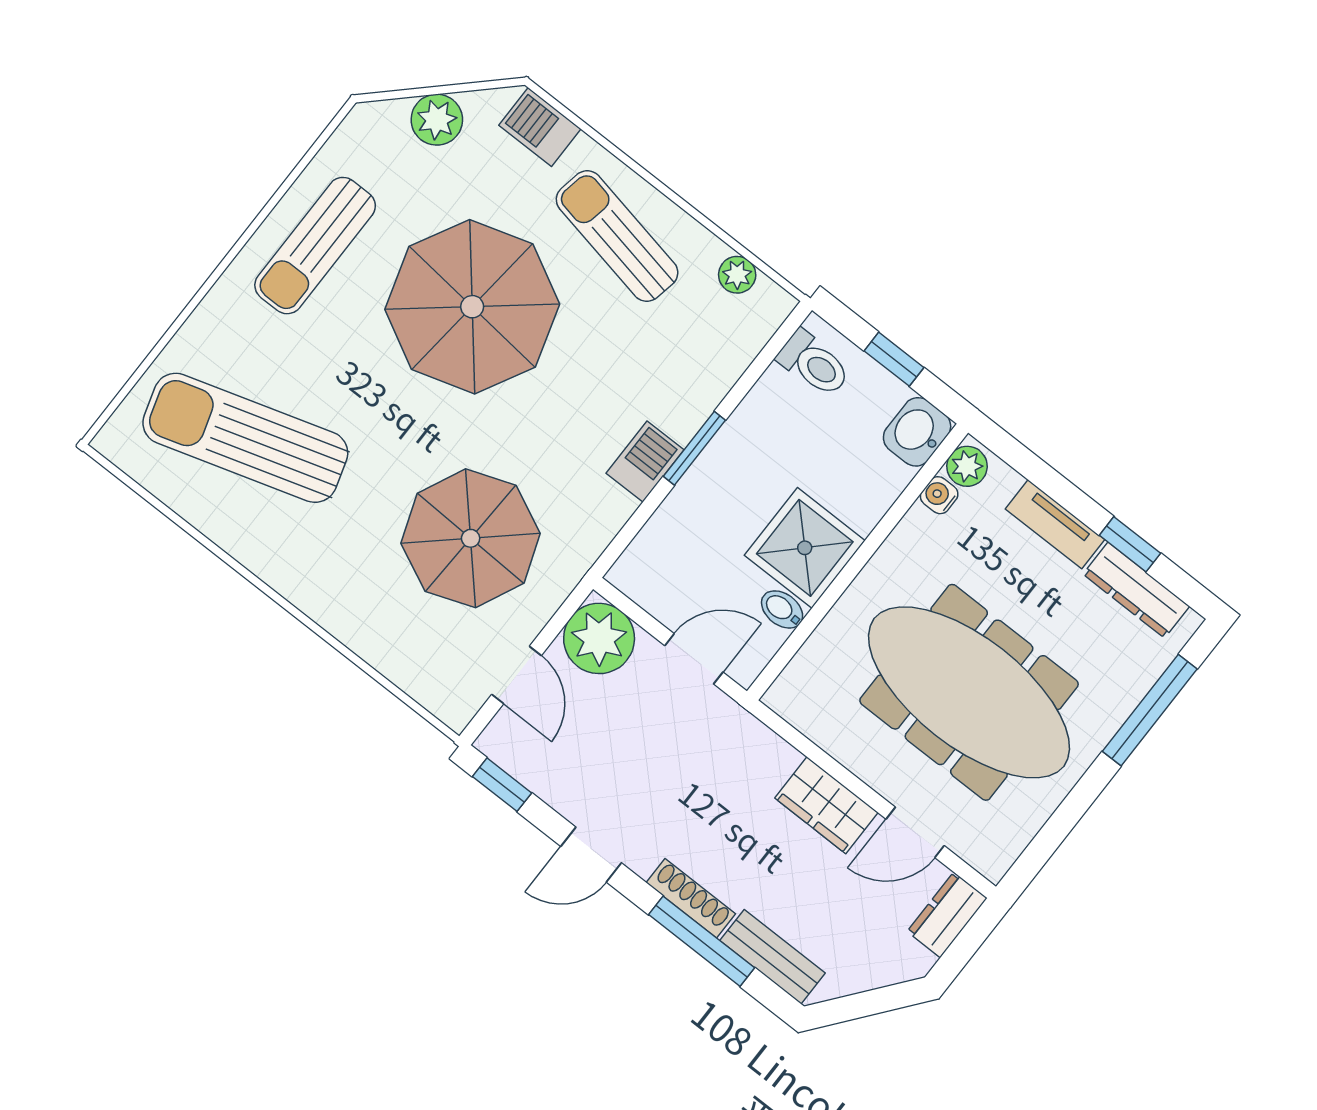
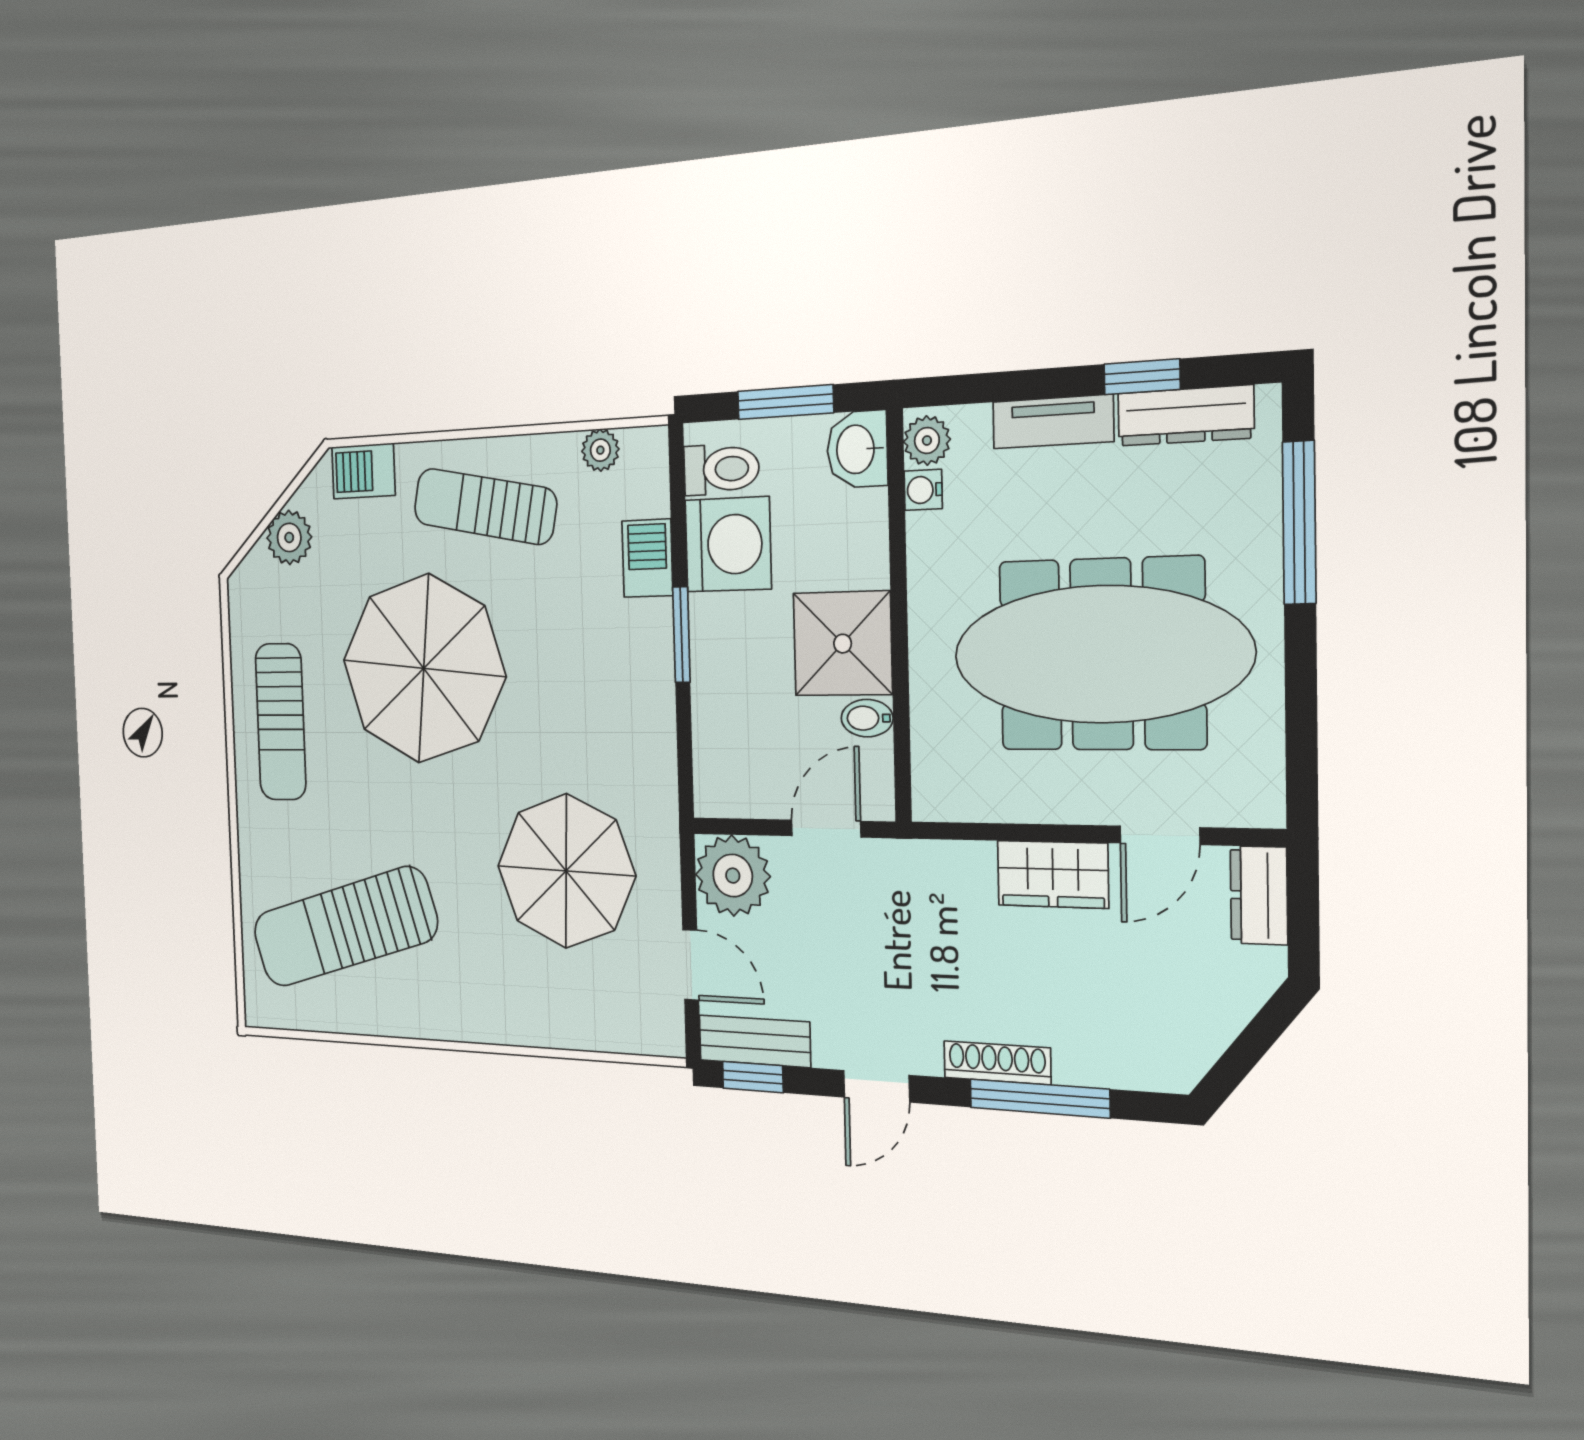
window: (894, 359) -> (785, 402), width x1.50
washing machine: (778, 417) -> (728, 544), added
barbecue: (645, 461) -> (647, 558), moved
bench: (773, 957) -> (755, 1041), moved

